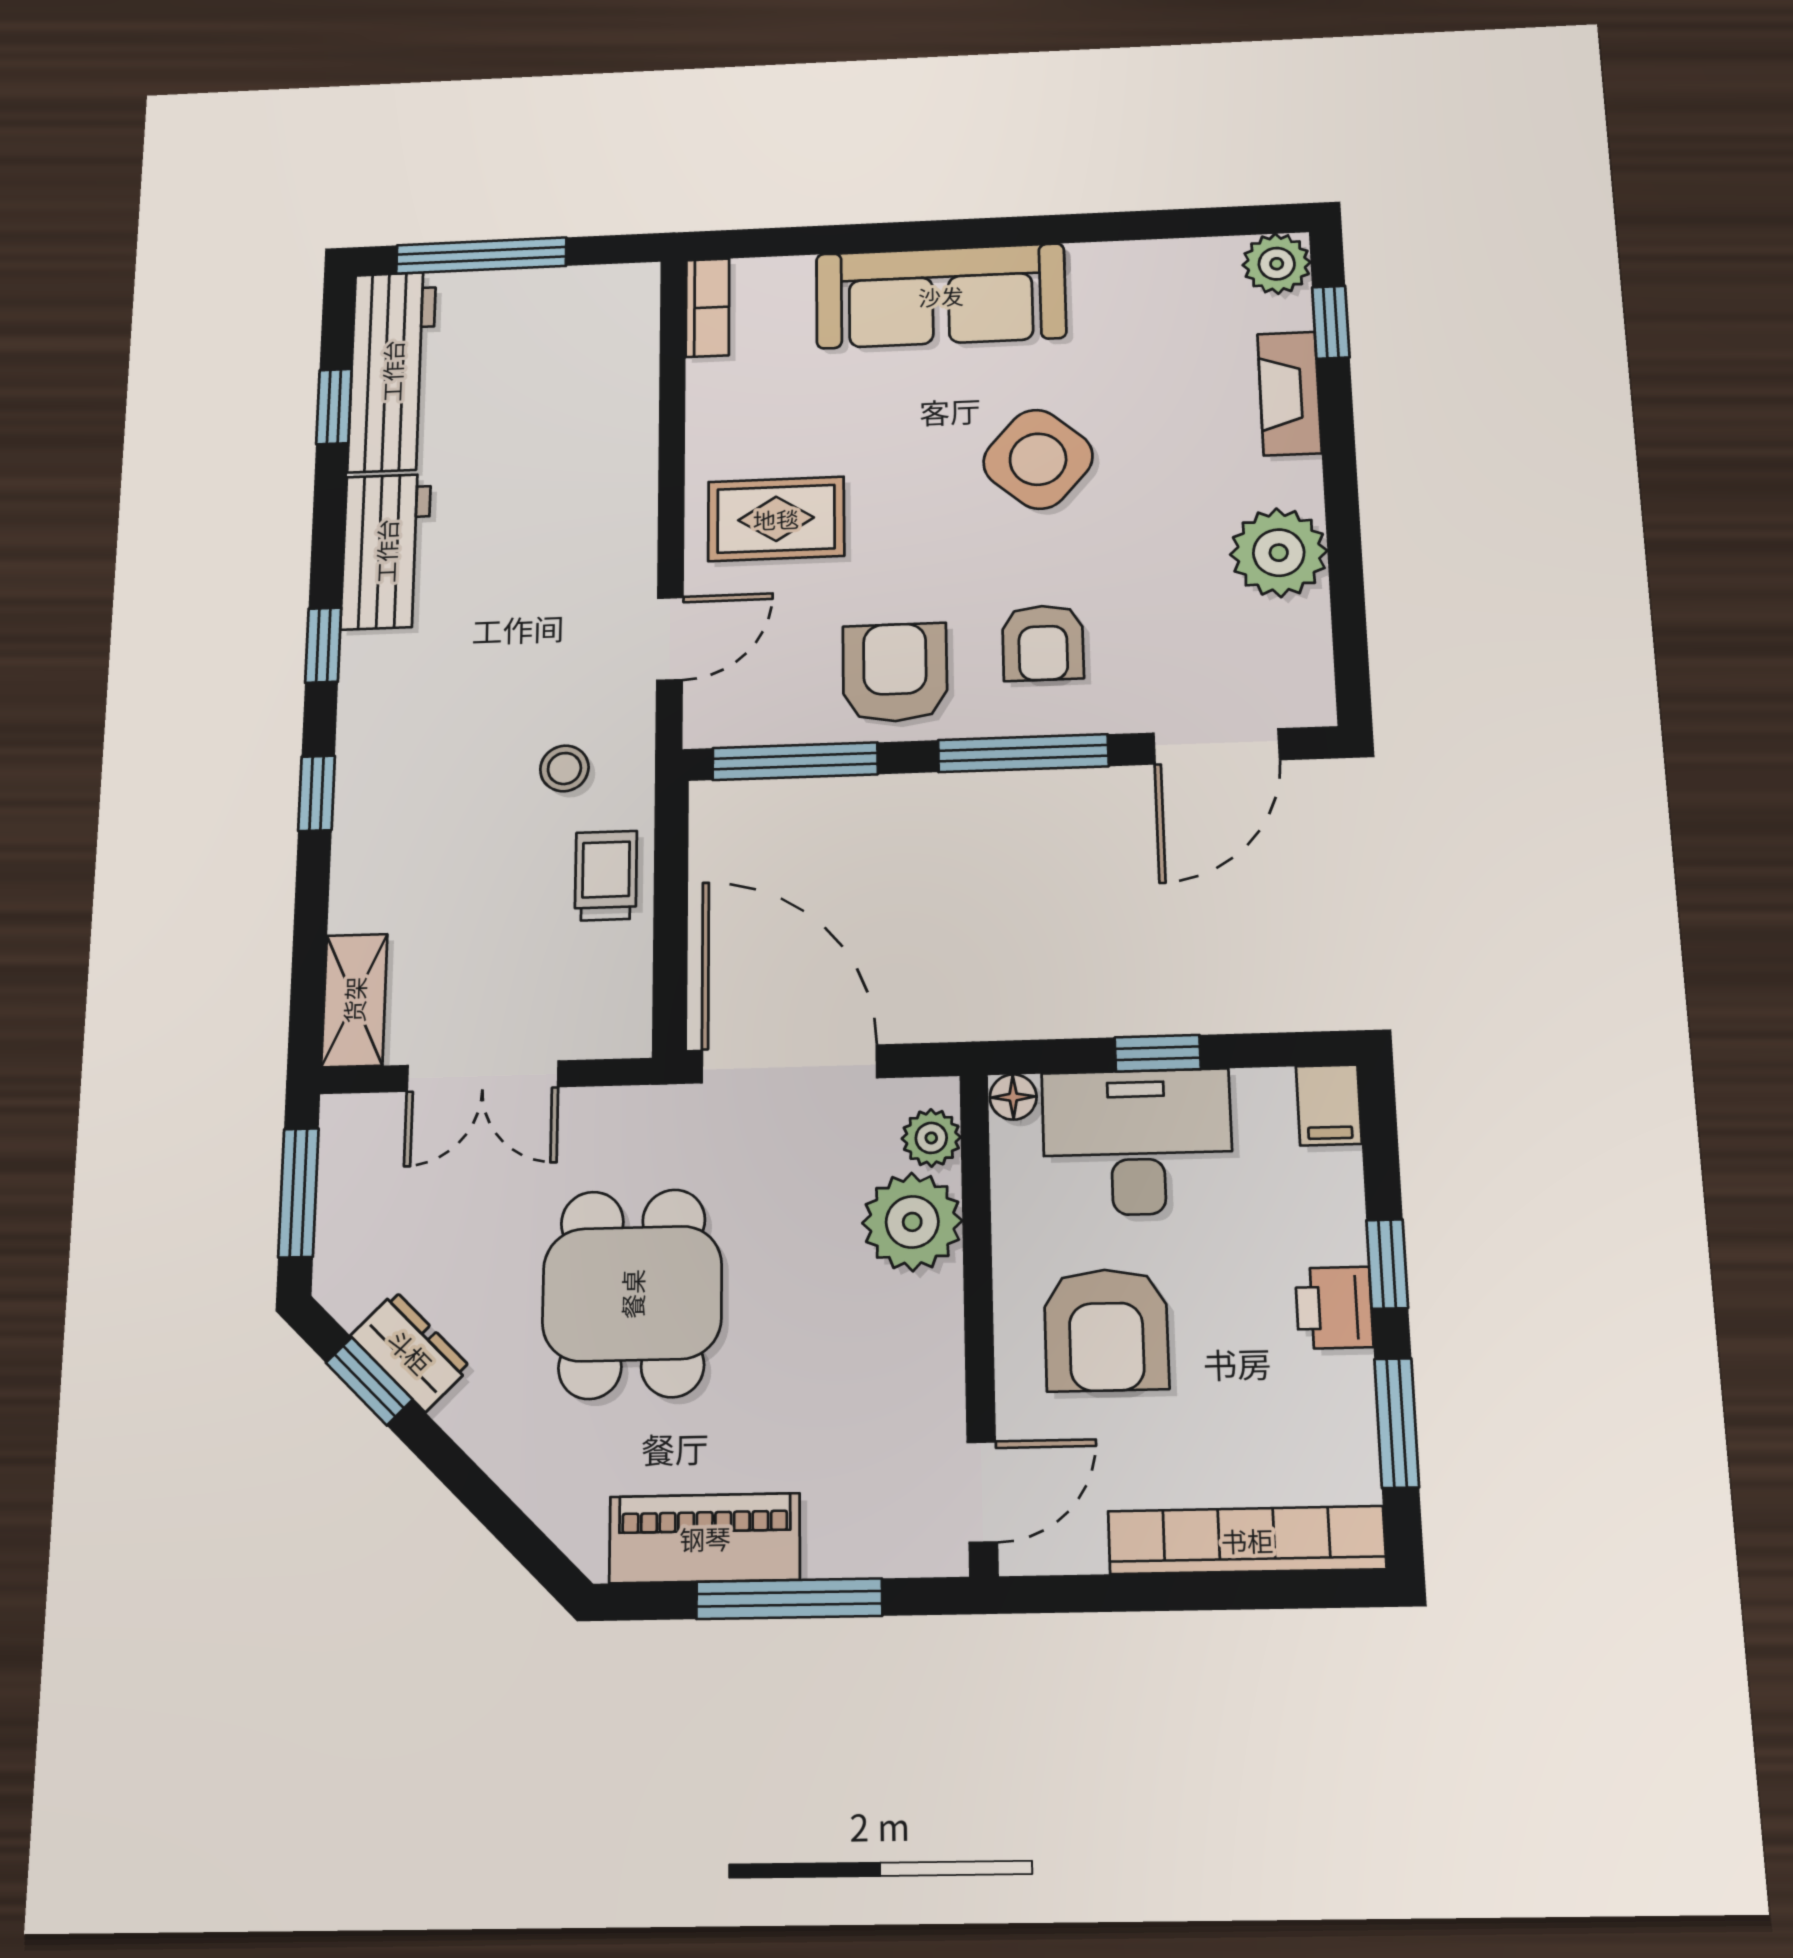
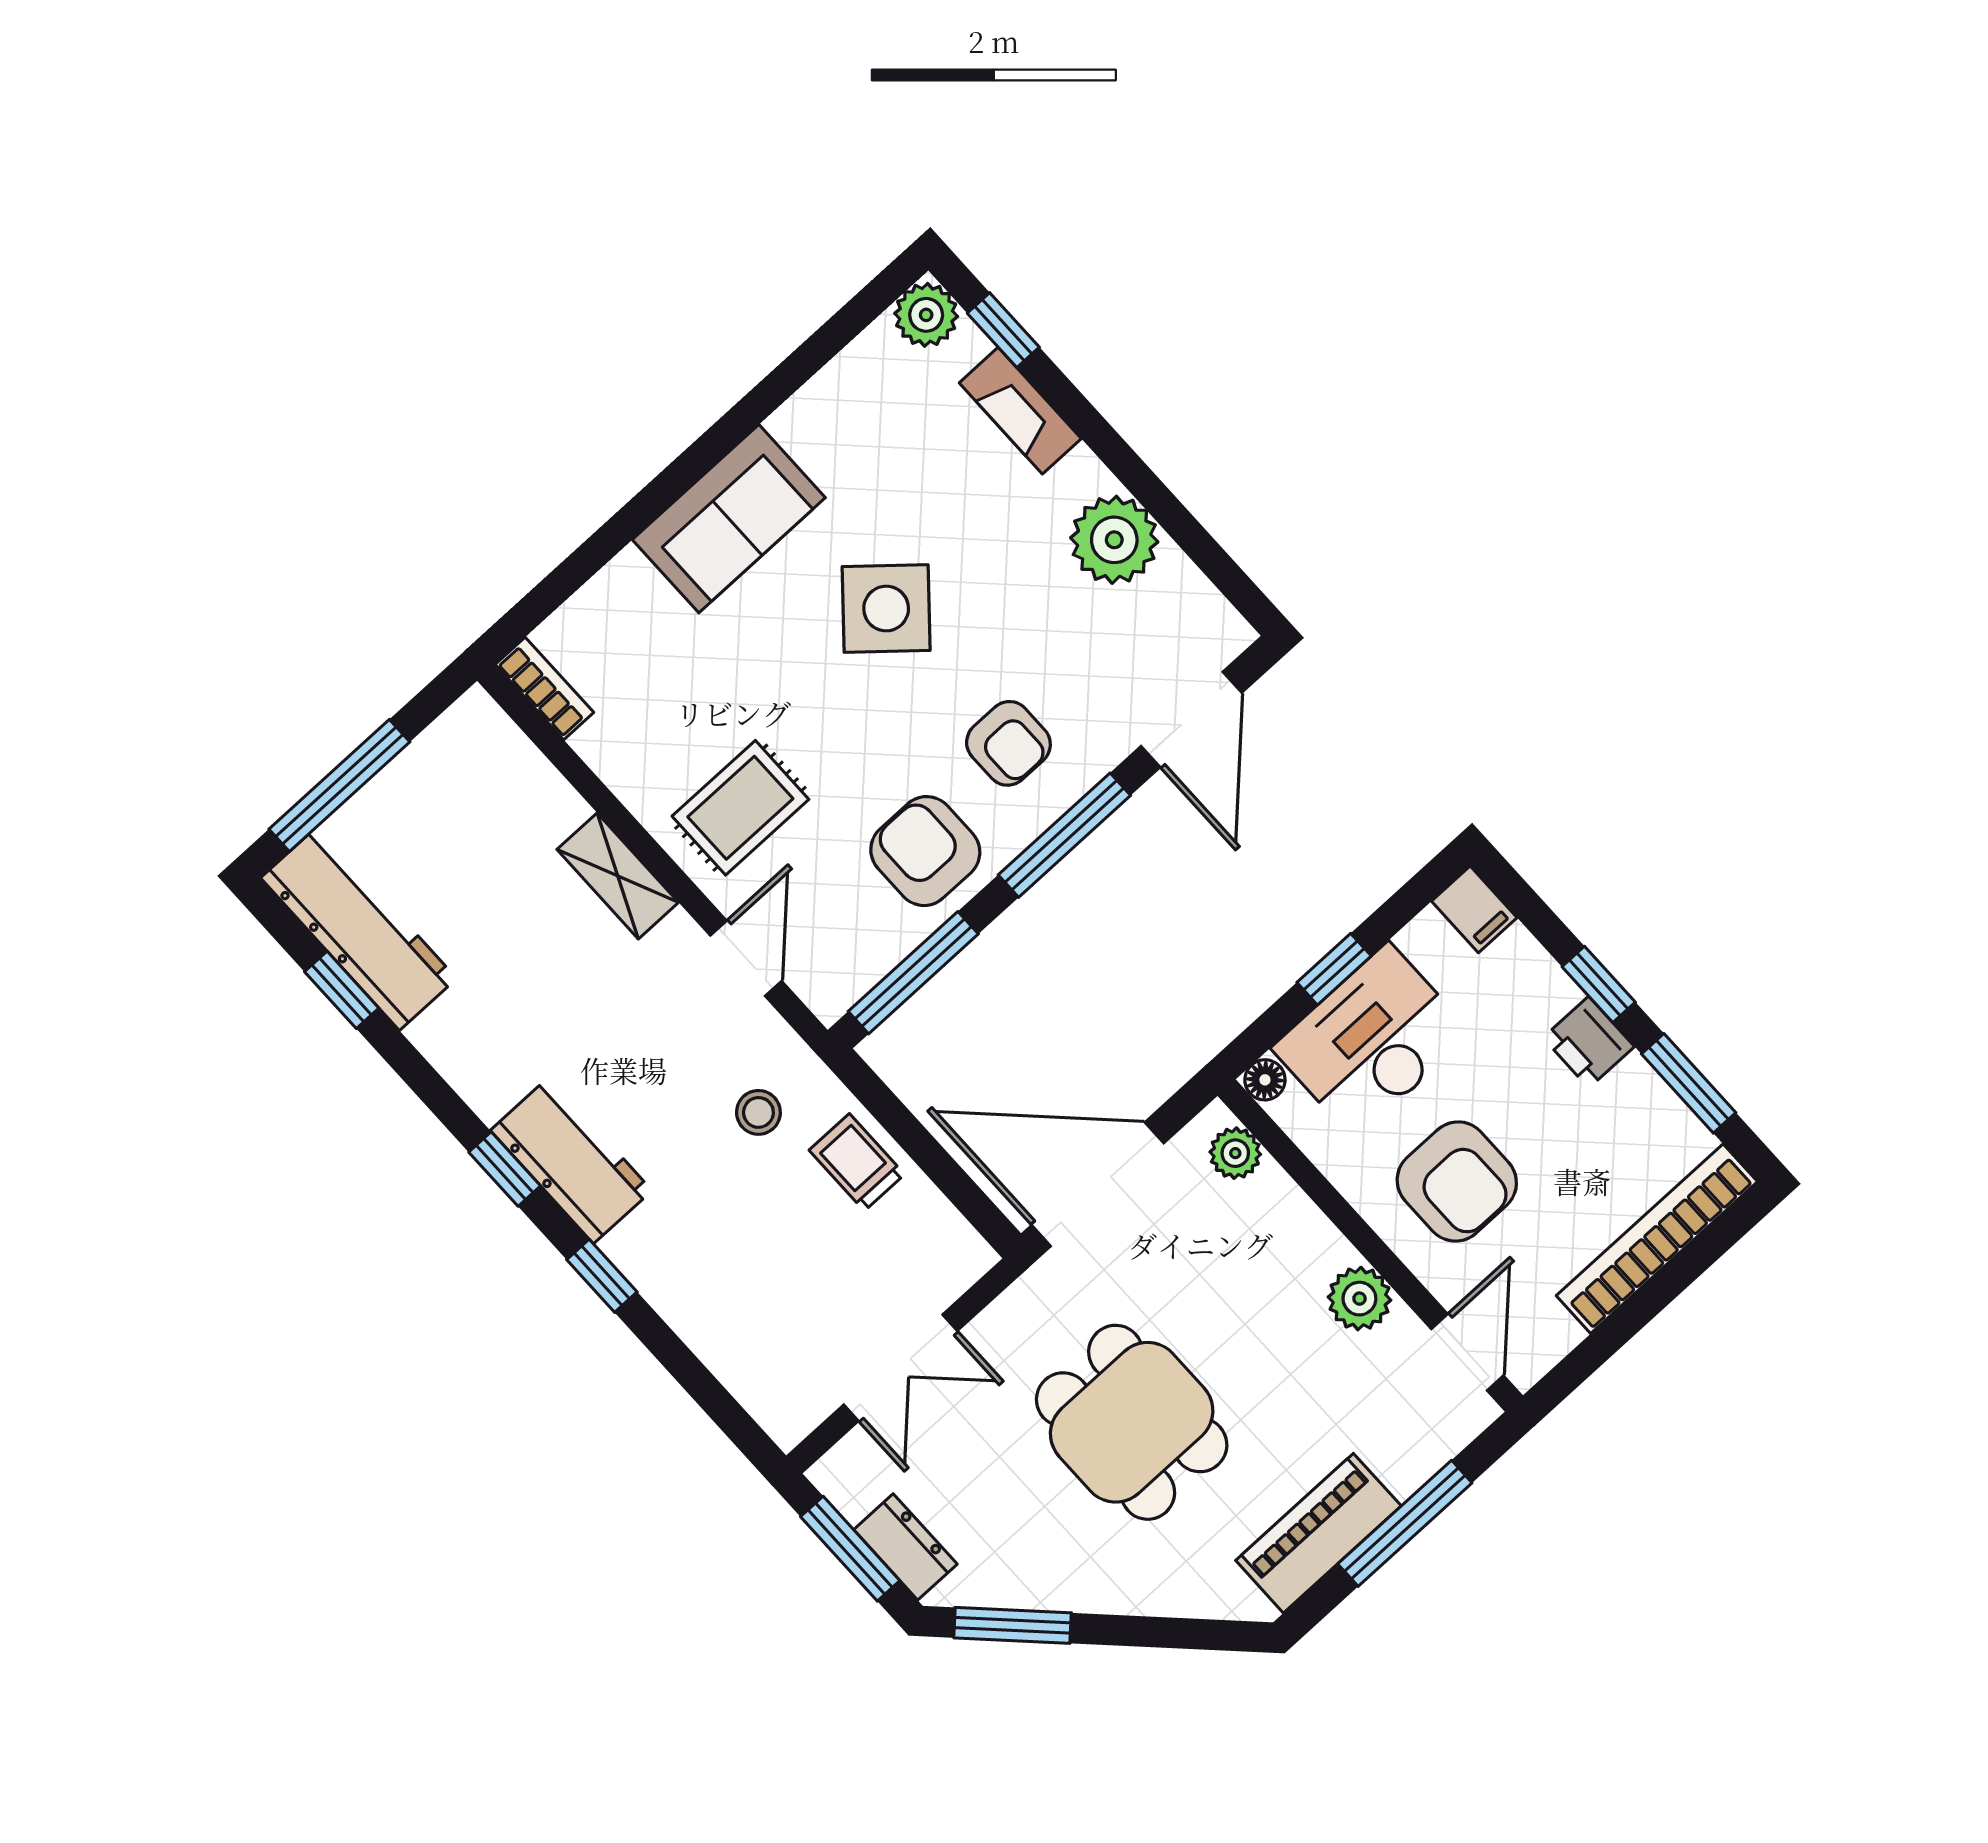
sofa: (941, 296) -> (729, 519), width x0.73
workbench: (386, 551) -> (571, 1160), moved
shelving: (354, 1000) -> (618, 876), moved
plant: (912, 1222) -> (1359, 1299), moved, width x0.73, depth x0.73
dresser: (410, 1351) -> (905, 1547), moved, turned 45
window: (369, 1381) -> (1013, 1625), width x1.50

